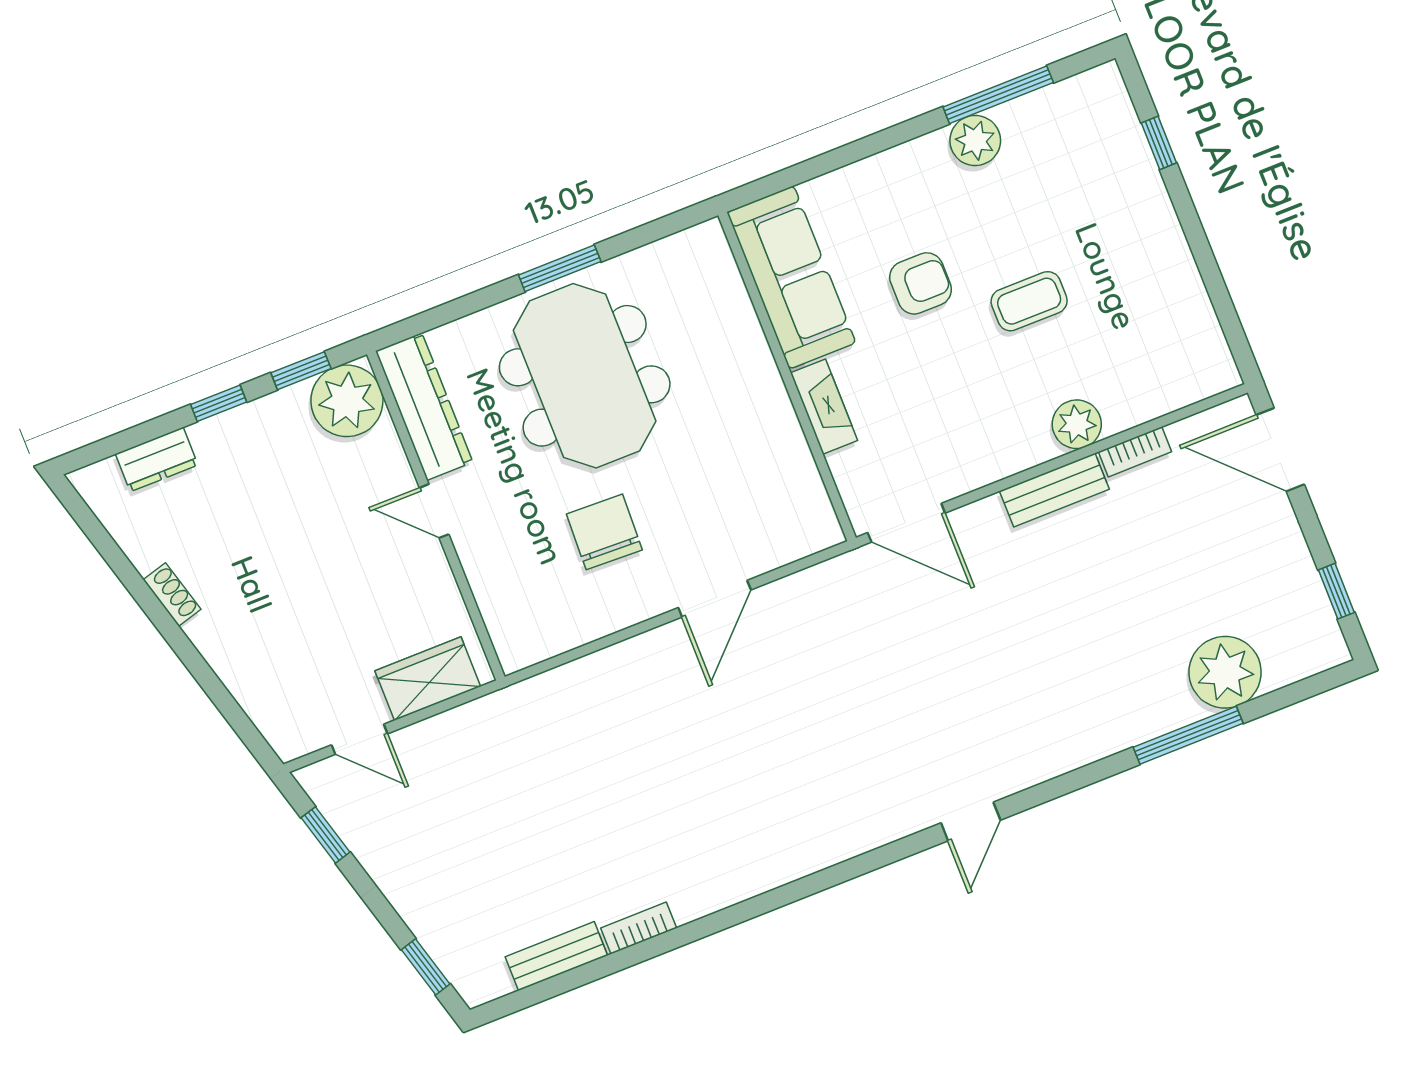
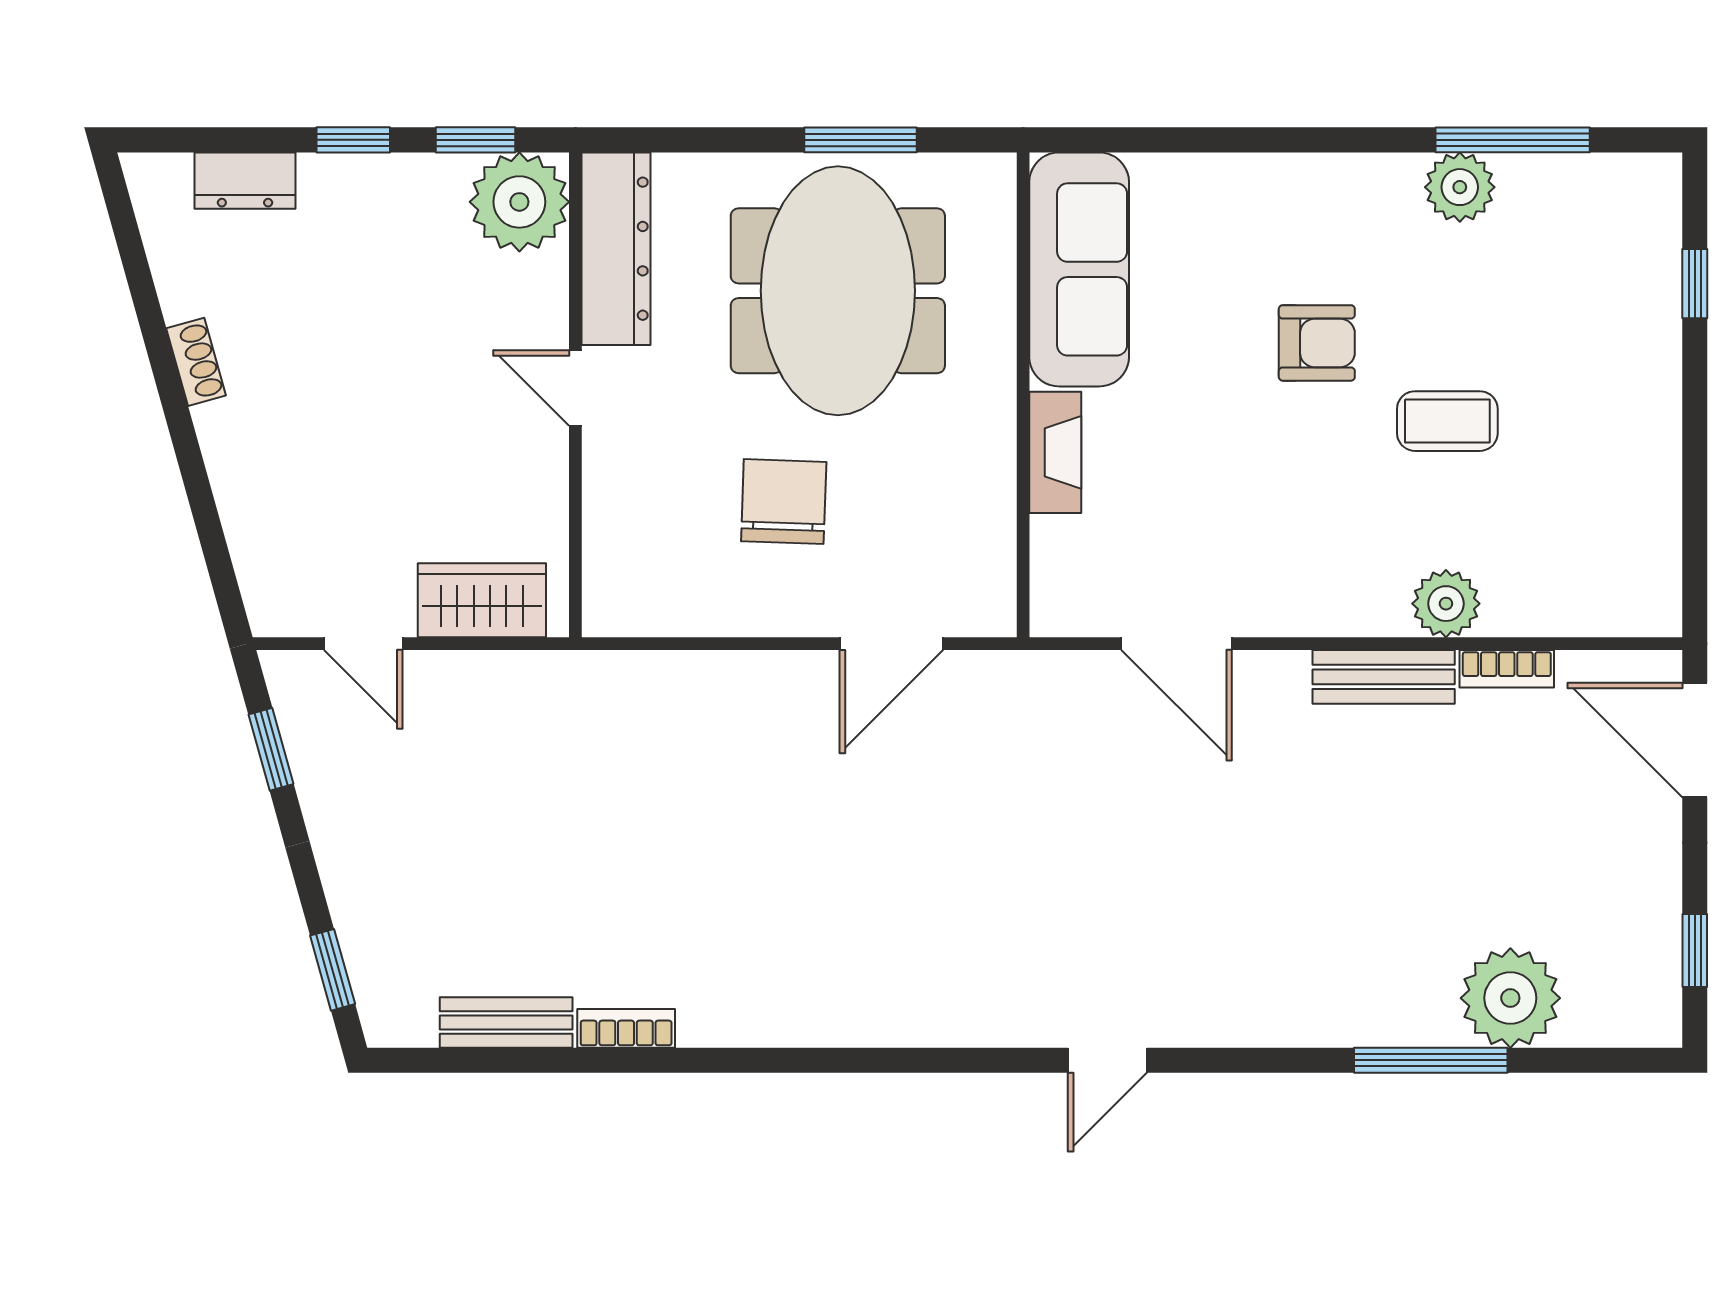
sofa: (791, 277) -> (1079, 269), moved
wall: (787, 377) -> (1023, 395), moved
fireplace: (824, 407) -> (1055, 452), moved

